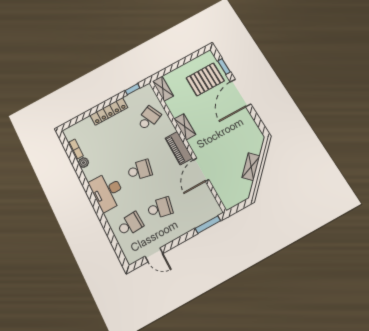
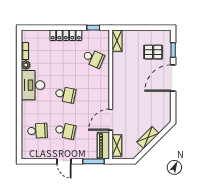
pallet: (205, 79) -> (153, 52), width x0.67, depth x0.71
school desk: (149, 118) -> (93, 58), turned 48
shelving: (185, 127) -> (117, 146), moved
piano: (179, 148) -> (103, 146), moved
desk: (107, 191) -> (33, 85), moved
door: (154, 255) -> (64, 161), moved

